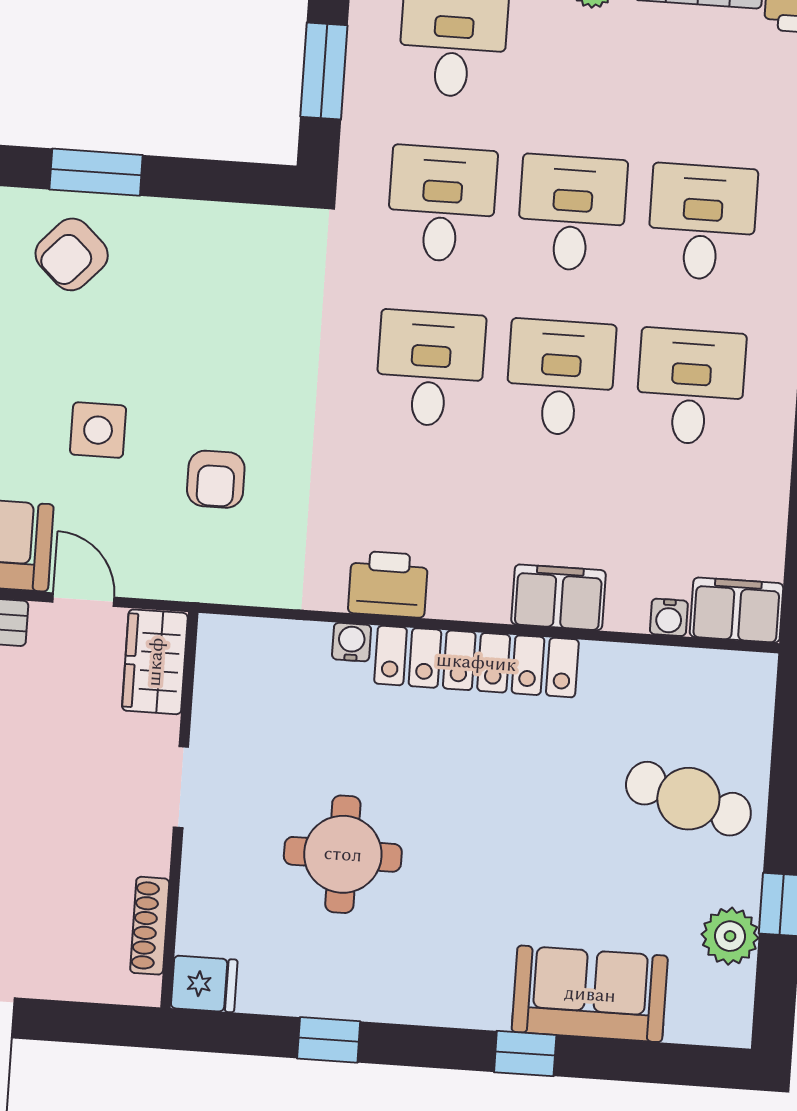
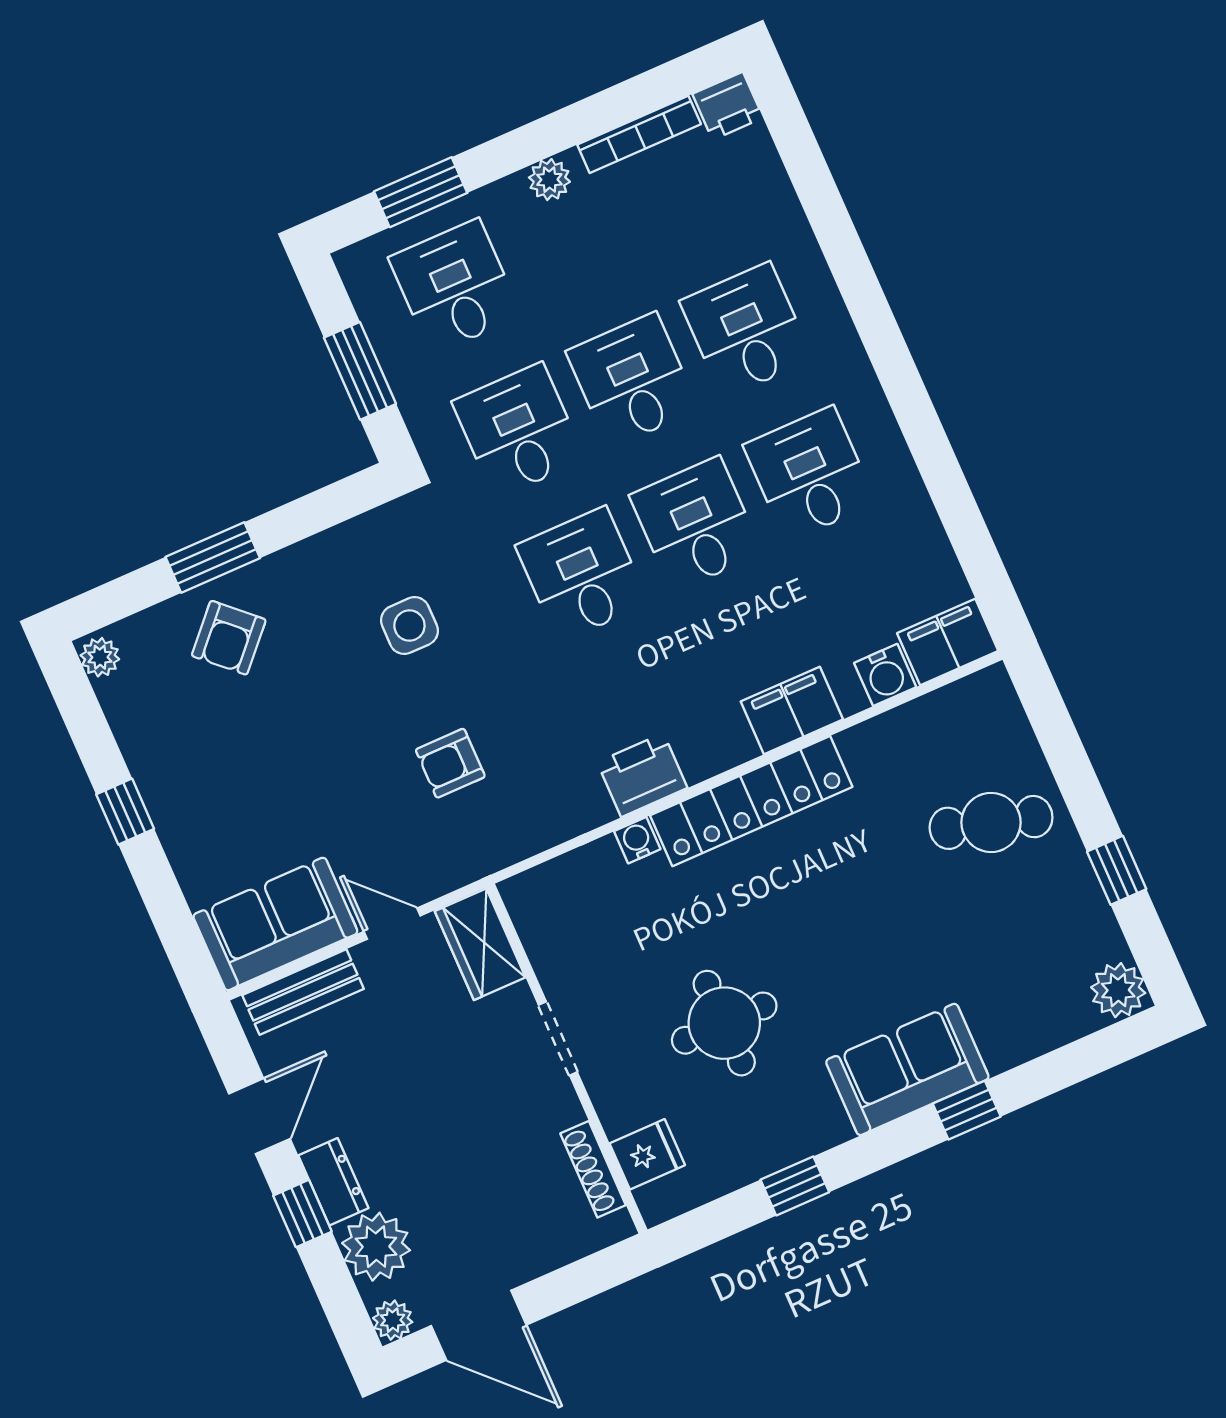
side table: (98, 430) -> (409, 626), moved
armchair: (216, 479) -> (450, 763), turned 90
water cooler: (669, 617) -> (885, 675), width x1.38, depth x1.38
plant: (730, 936) -> (1118, 990), moved
fridge: (204, 984) -> (647, 1154), moved
sofa: (590, 994) -> (907, 1069), moved

